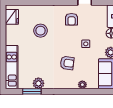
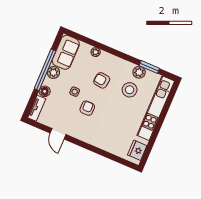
armchair: (72, 19) -> (87, 108), moved
stool: (41, 31) -> (130, 90), moved
kitchen unit: (12, 67) -> (156, 108), width x1.36

